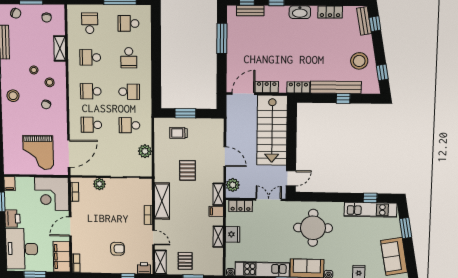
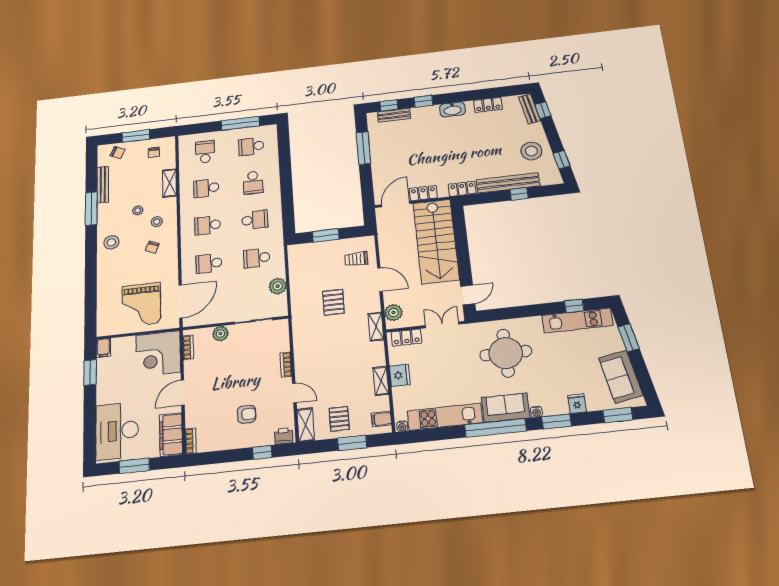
trolley: (179, 133) -> (356, 259), moved
shelving: (162, 201) -> (303, 344), removed
filing cabinet: (216, 211) -> (381, 419), moved
printer: (13, 219) -> (106, 392), removed

